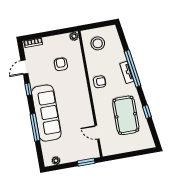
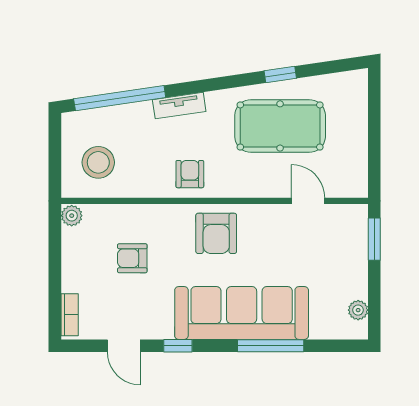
window: (133, 68) -> (120, 98), moved
armchair: (77, 97) -> (216, 233), added
door: (97, 132) -> (308, 201), swing flipped

